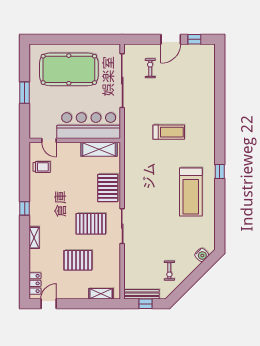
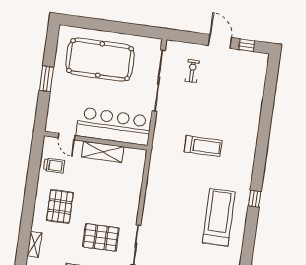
door: (171, 39) -> (220, 41), swing flipped
shelving: (99, 149) -> (103, 152), moved
pallet: (108, 188) -> (60, 206), moved
treadmill: (191, 192) -> (219, 217), turned 180
window: (25, 208) -> (28, 210), removed

